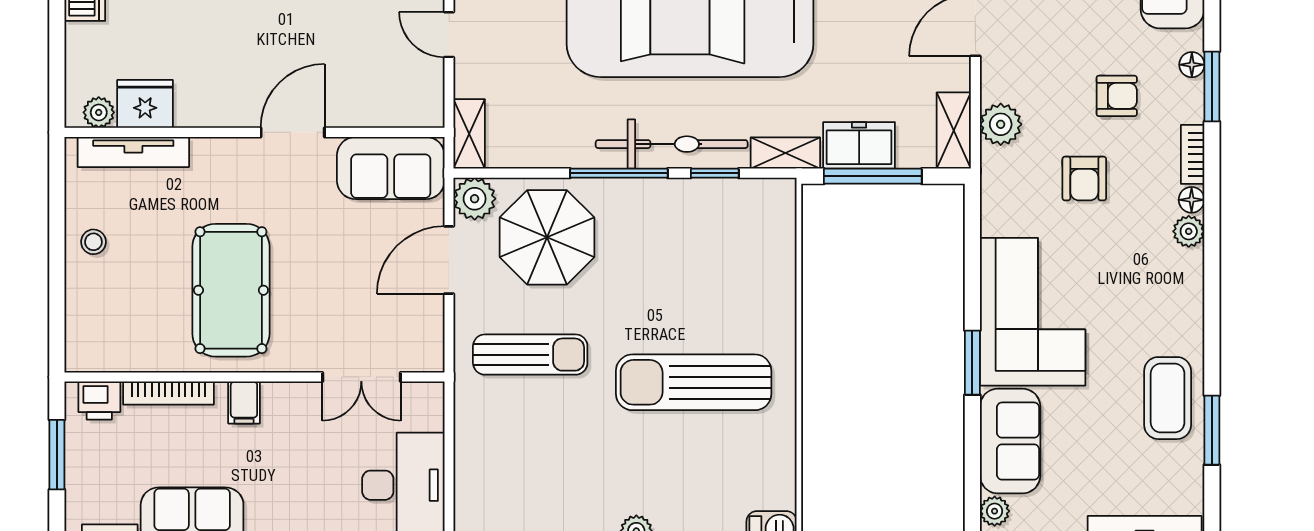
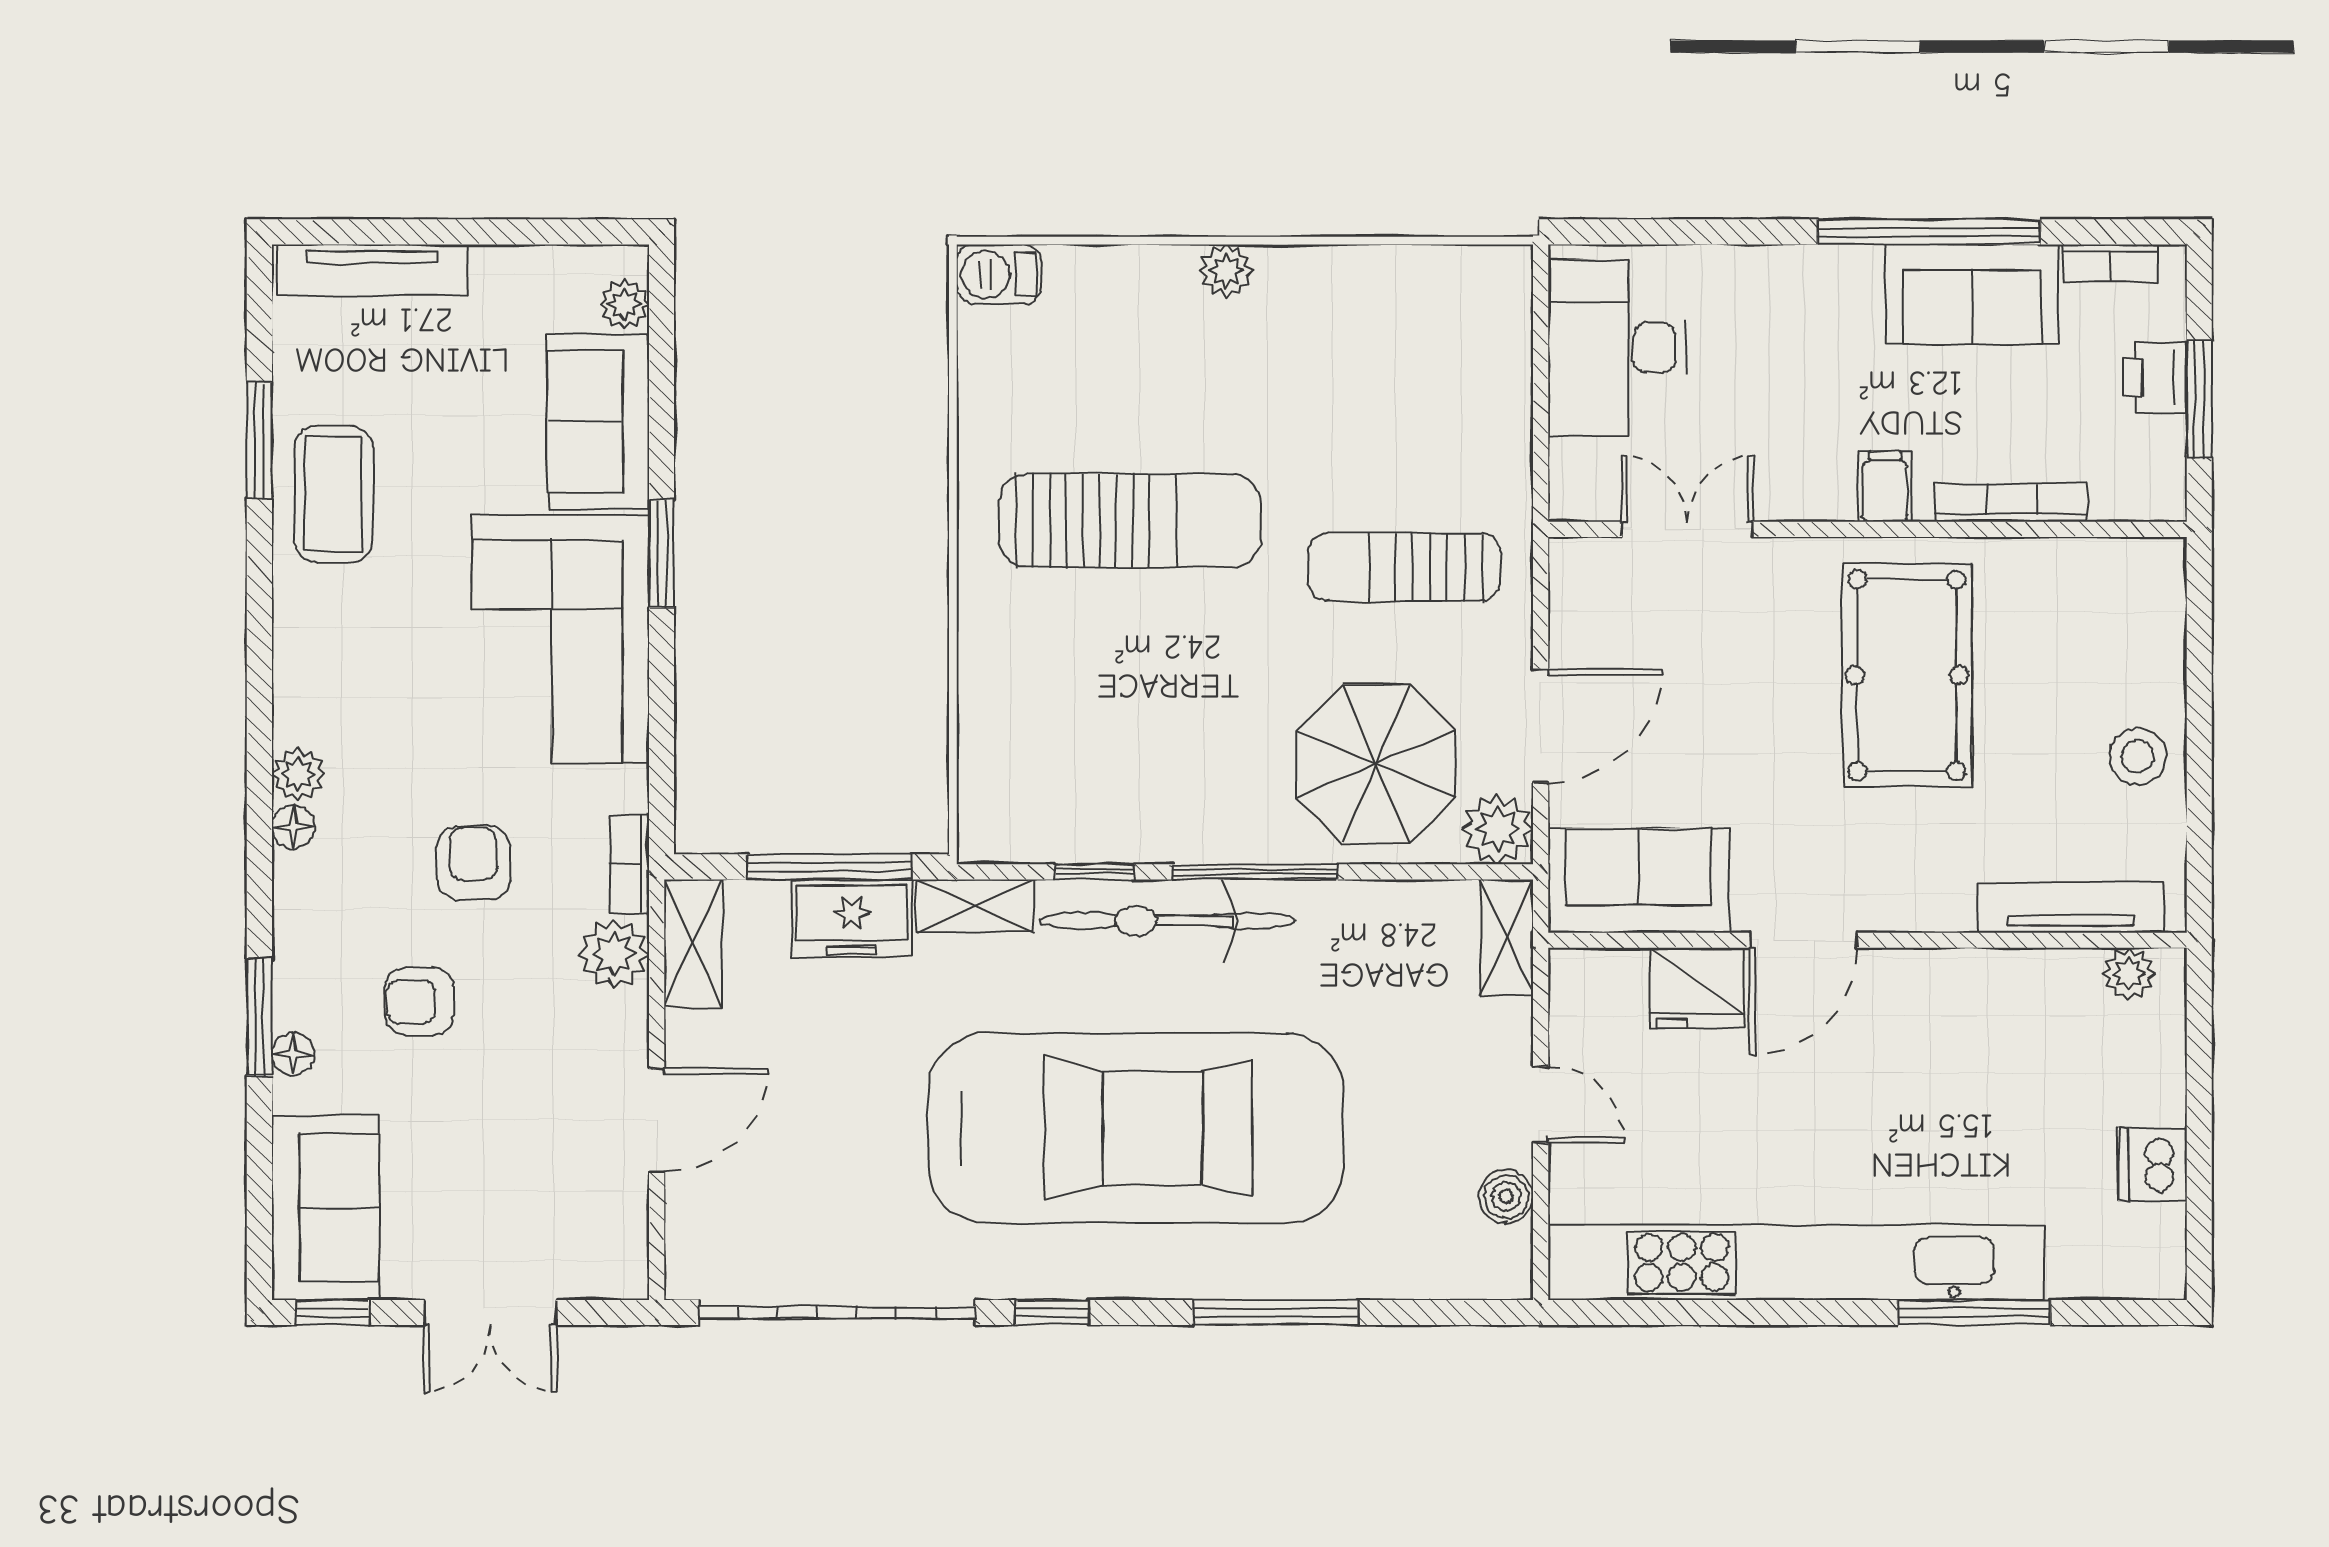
fridge: (145, 104) -> (1697, 988), moved
bookcase: (1193, 154) -> (629, 864), moved, turned 180
stool: (93, 242) -> (2138, 756), width x1.37, depth x1.37
printer: (99, 401) -> (2155, 378), moved, turned -90

